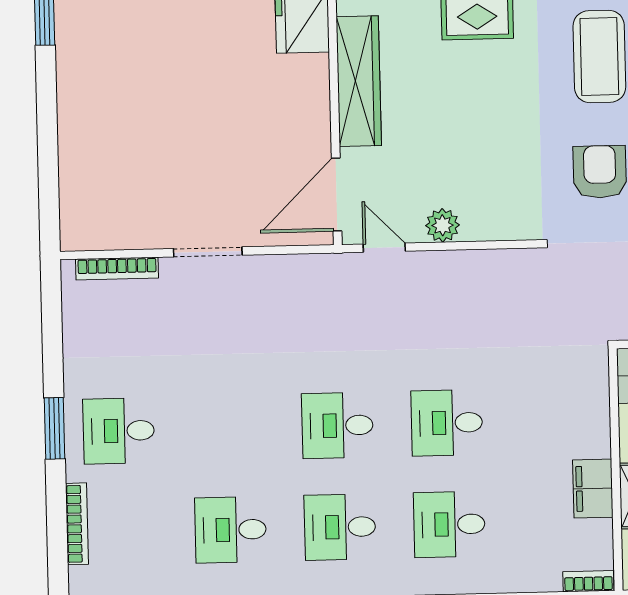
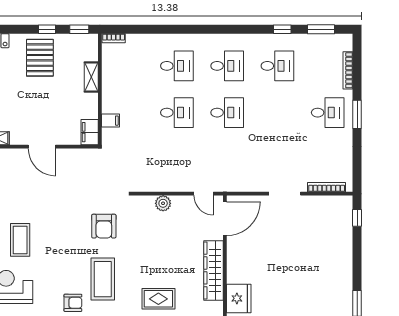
window: (49, 203) -> (357, 218), added
plant: (442, 225) -> (163, 203), moved
filing cabinet: (593, 489) -> (111, 121), moved, width x0.50

